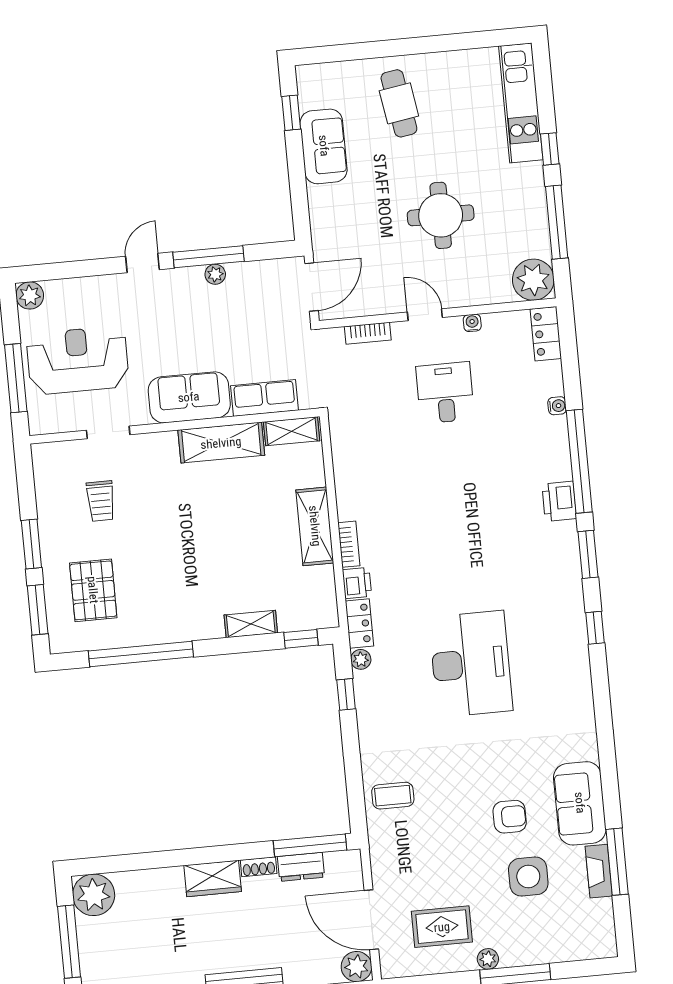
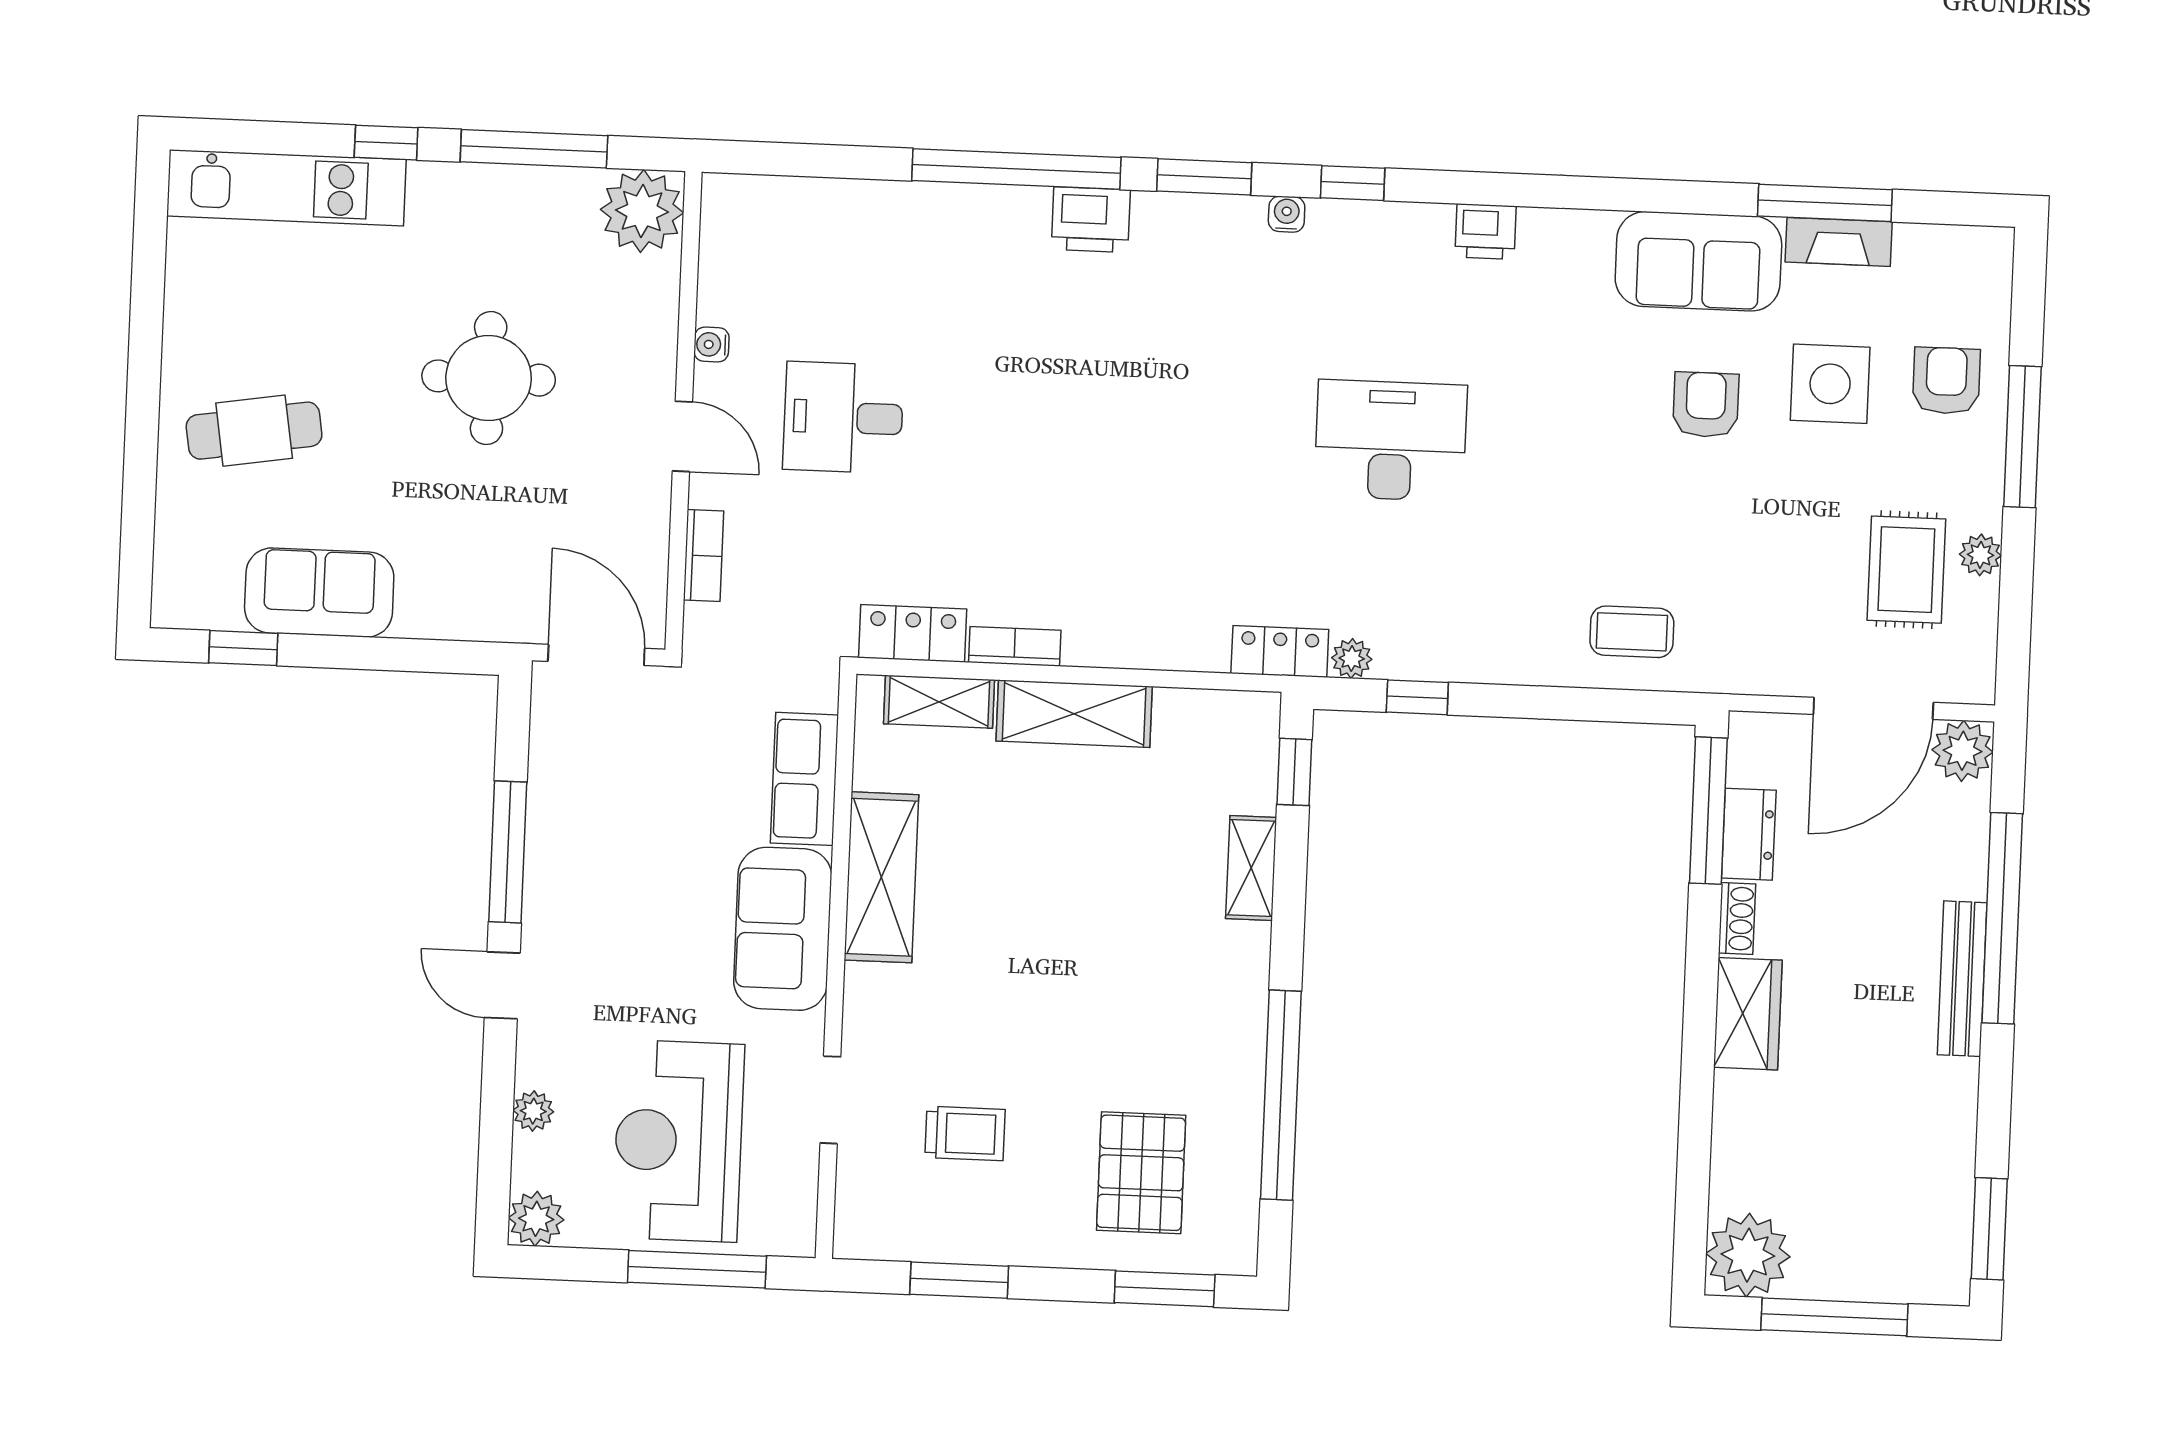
plant: (215, 274) -> (533, 1111), moved
door: (425, 315) -> (682, 436), swing flipped
locker: (546, 334) -> (913, 633), moved, turned 180
water cooler: (557, 406) -> (1287, 214), moved
shelving: (292, 431) -> (939, 702), moved, turned 90
window: (31, 544) -> (959, 1280), moved
bookcase: (349, 544) -> (1015, 646), moved
printer: (357, 583) -> (1486, 232), moved, turned 180
pallet: (93, 590) -> (1141, 1173), turned 90
desk: (471, 664) -> (1391, 440), width x0.73, depth x0.77
coffee table: (393, 796) -> (1632, 632), turned 90
armchair: (538, 934) -> (1946, 381), added
plant: (488, 959) -> (1980, 555), moved

